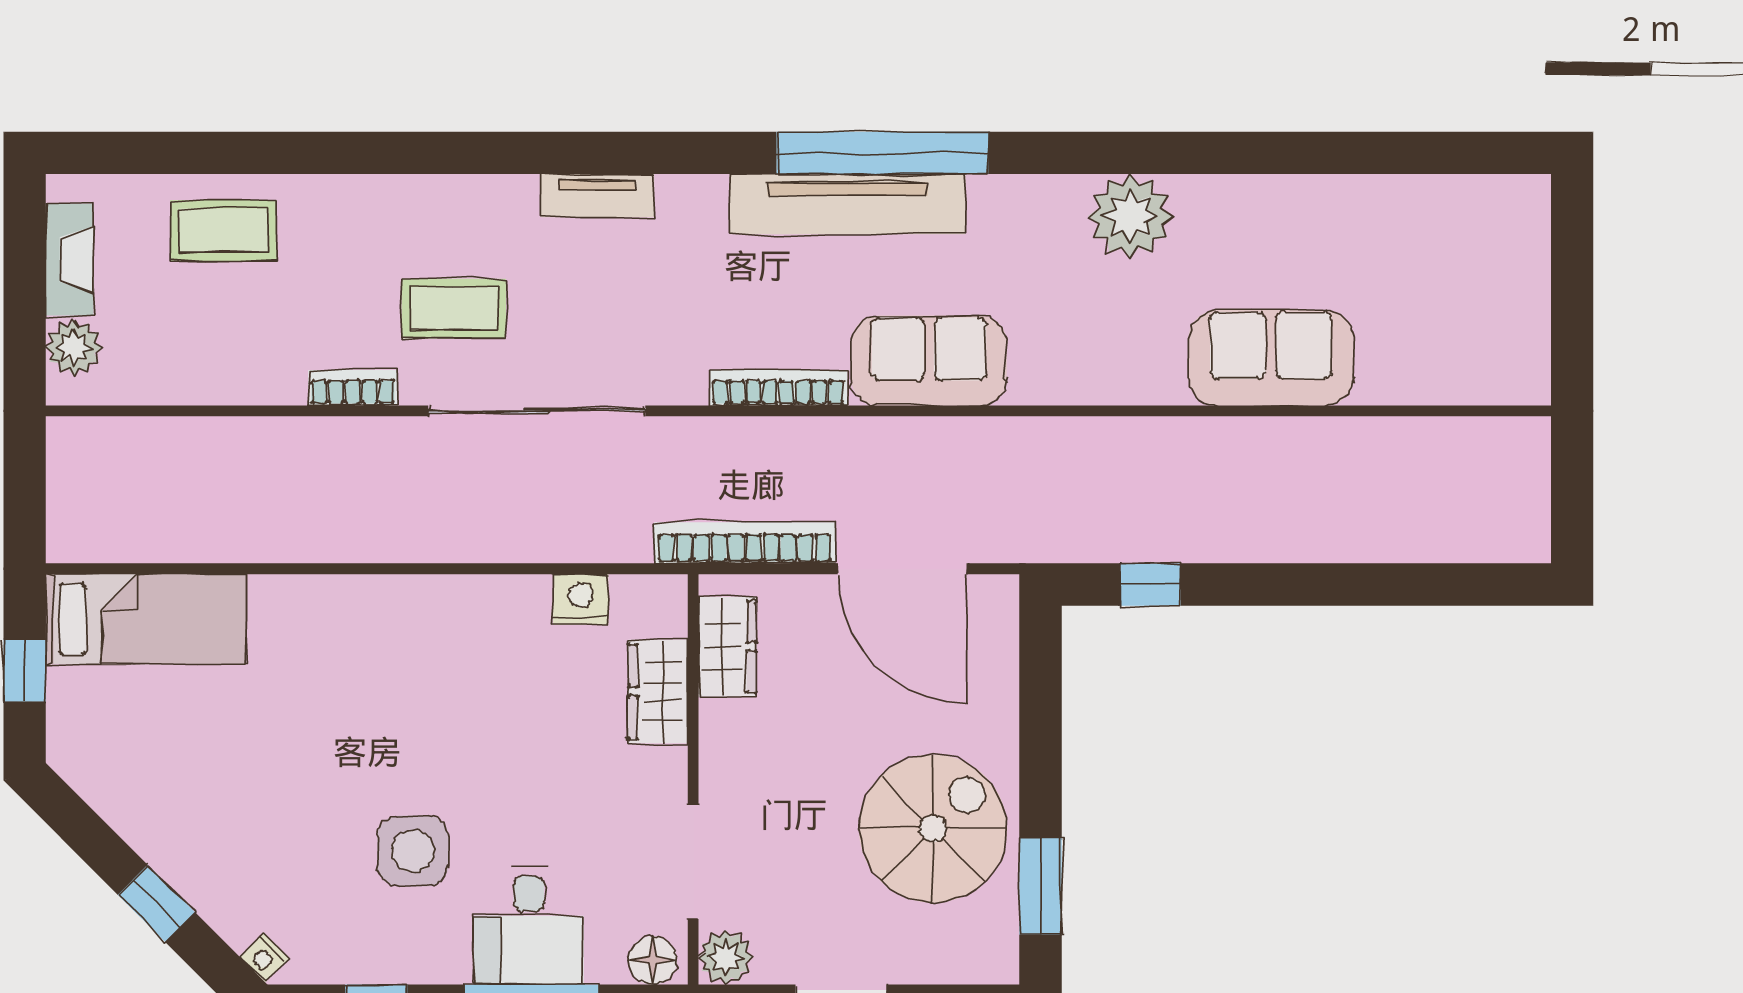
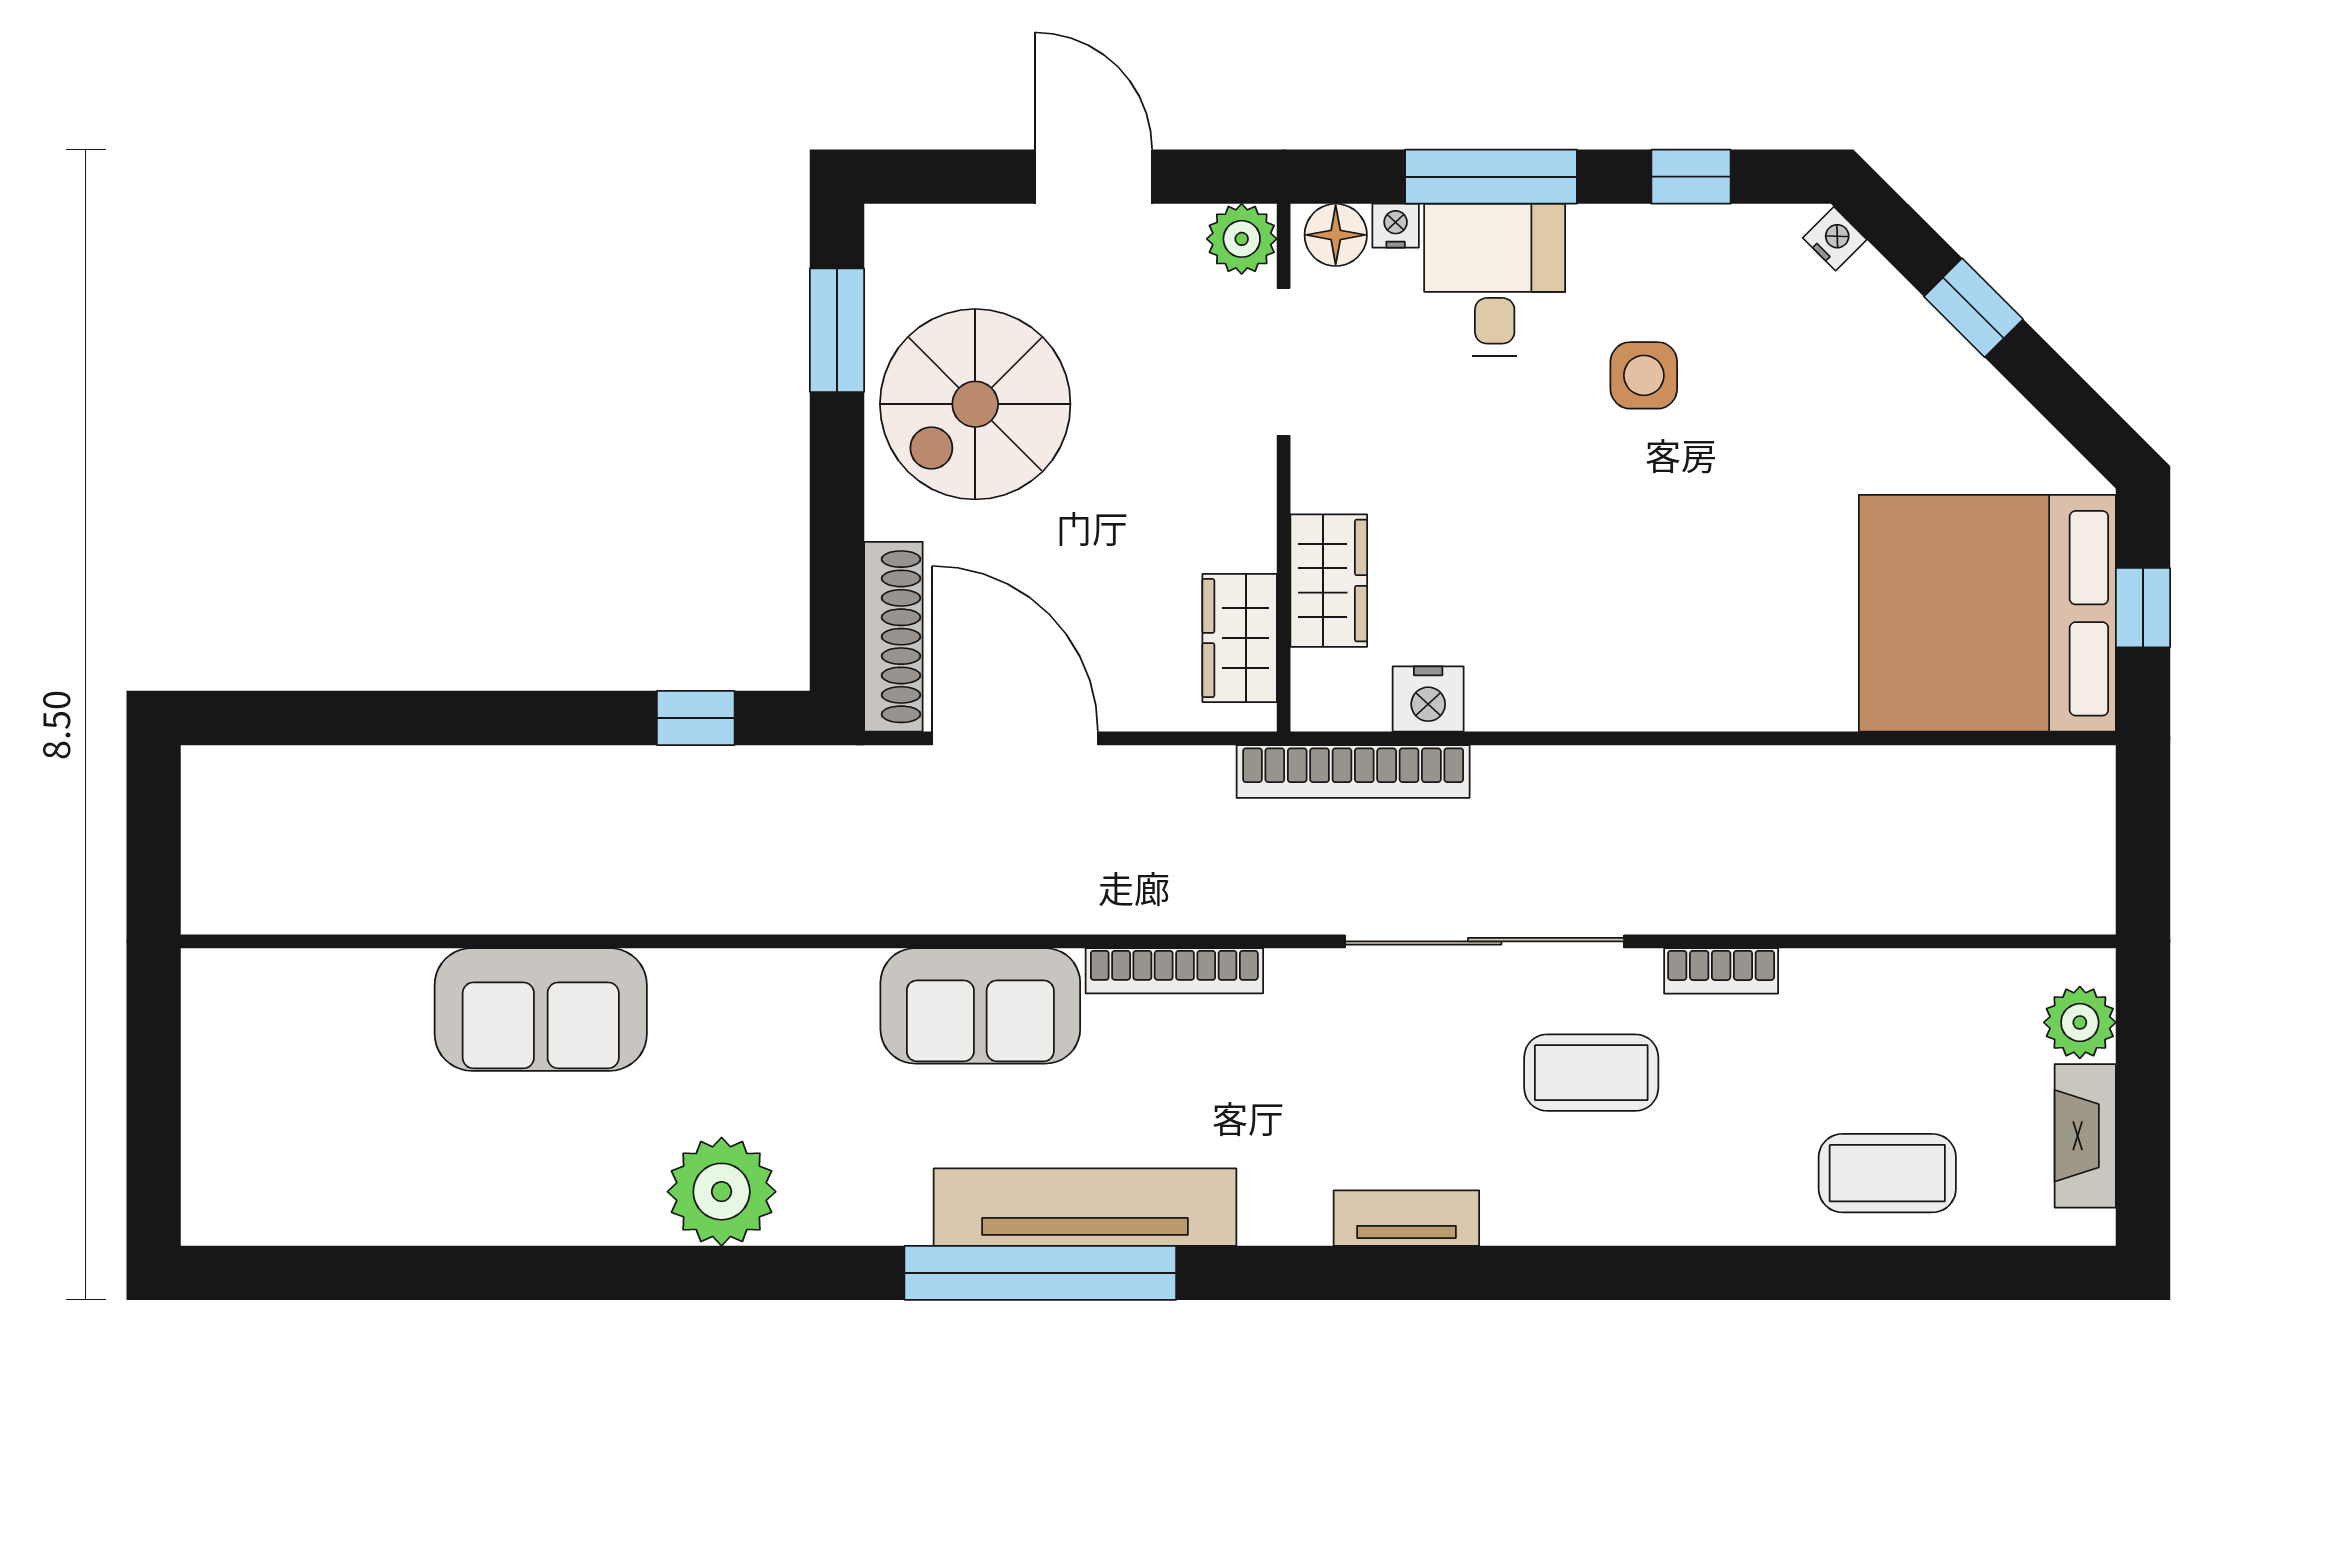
bookcase: (745, 543) -> (1353, 772), moved
bed: (146, 619) -> (1987, 613), width x2.04
shoe rack: (997, 648) -> (893, 637), added
side table: (413, 851) -> (1644, 375), width x0.73, depth x0.73
nightstand: (606, 967) -> (1396, 226), added

